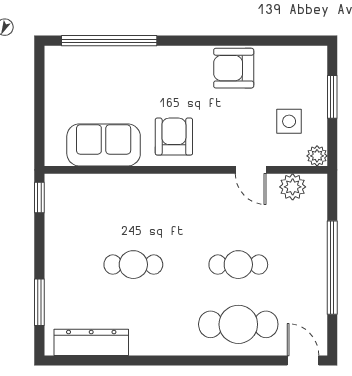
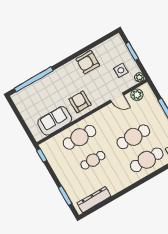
cafe table: (133, 205) -> (80, 137), added
cafe table: (238, 265) -> (133, 137), width x1.37, depth x1.35

